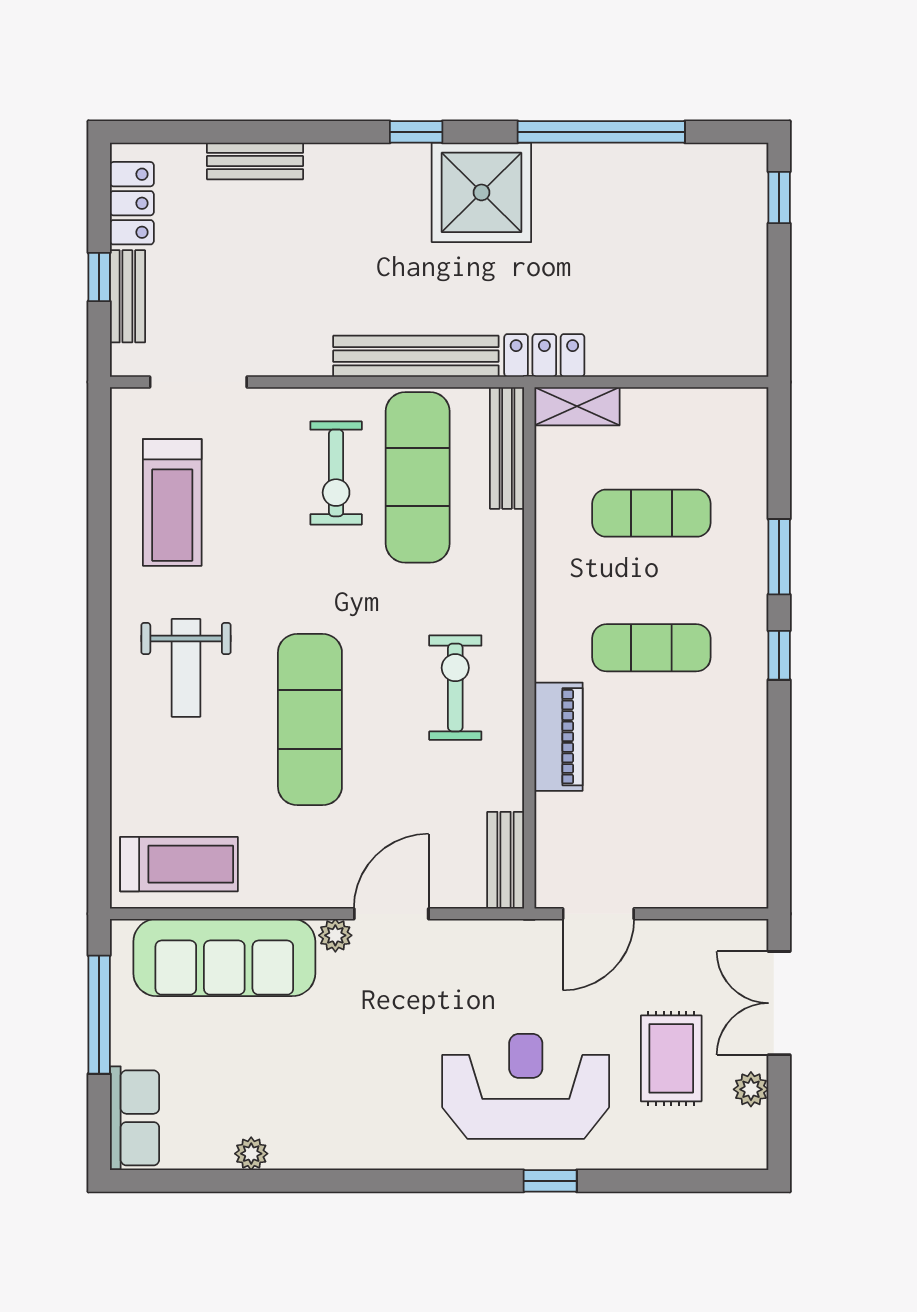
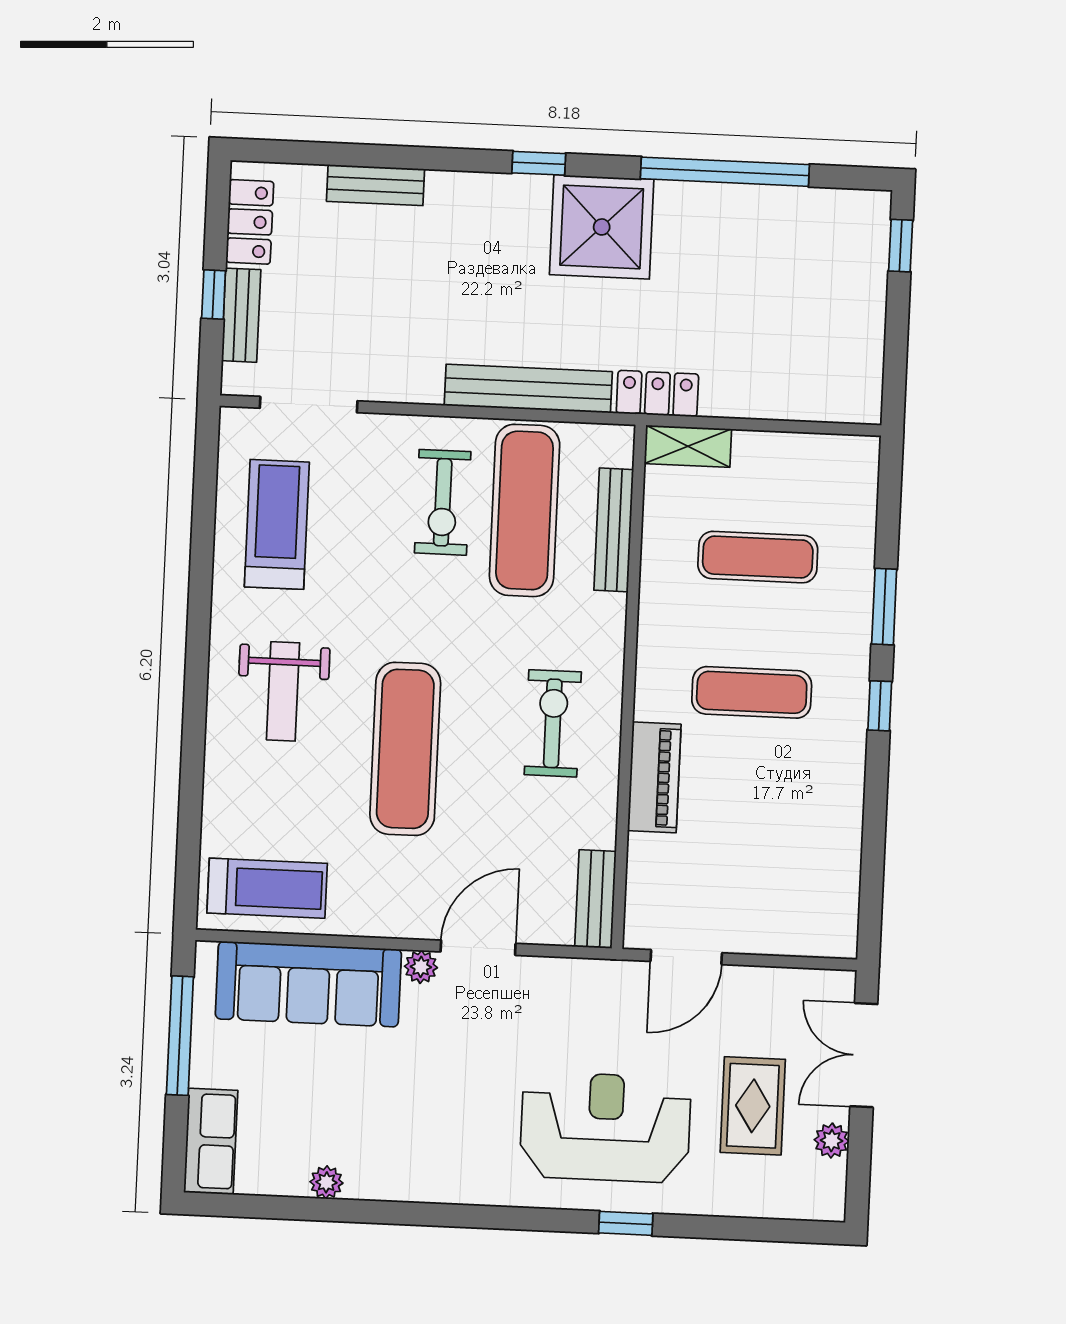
bench: (507, 448) -> (614, 530), moved
treadmill: (172, 502) -> (277, 524), turned 180

